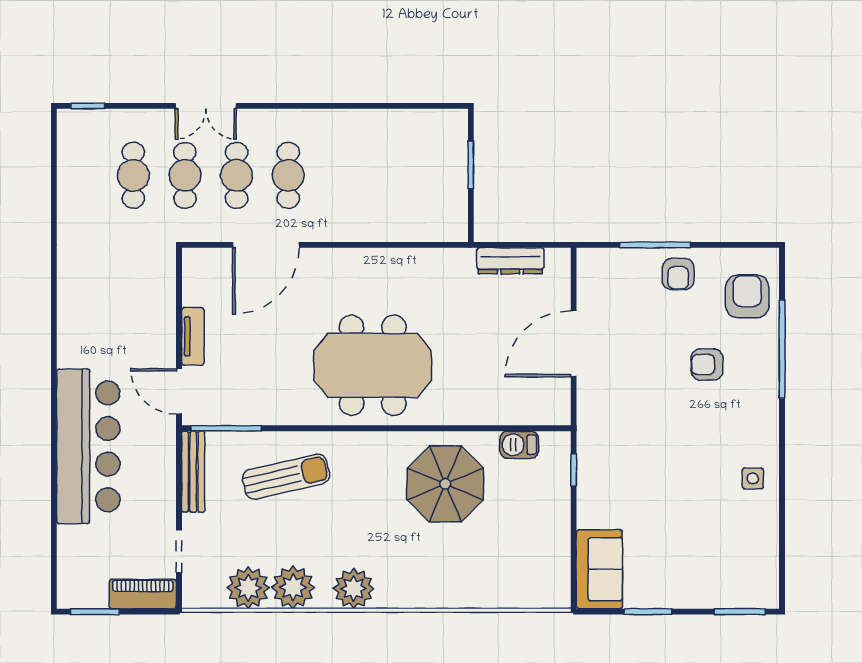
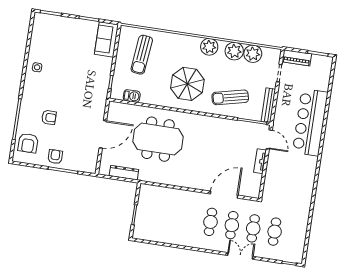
meeting table: (373, 365) -> (158, 139), moved
parasol: (445, 484) -> (187, 84), moved
sun lounger: (510, 546) -> (142, 55), added

